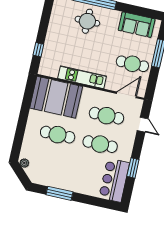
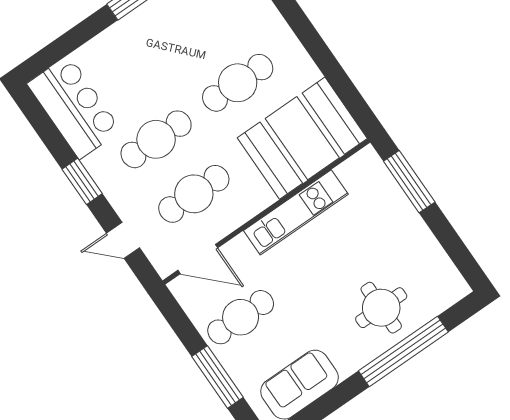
window: (38, 50) -> (409, 182), width x2.17
door: (126, 95) -> (198, 259), hinge flipped
window: (133, 168) -> (82, 181), moved

